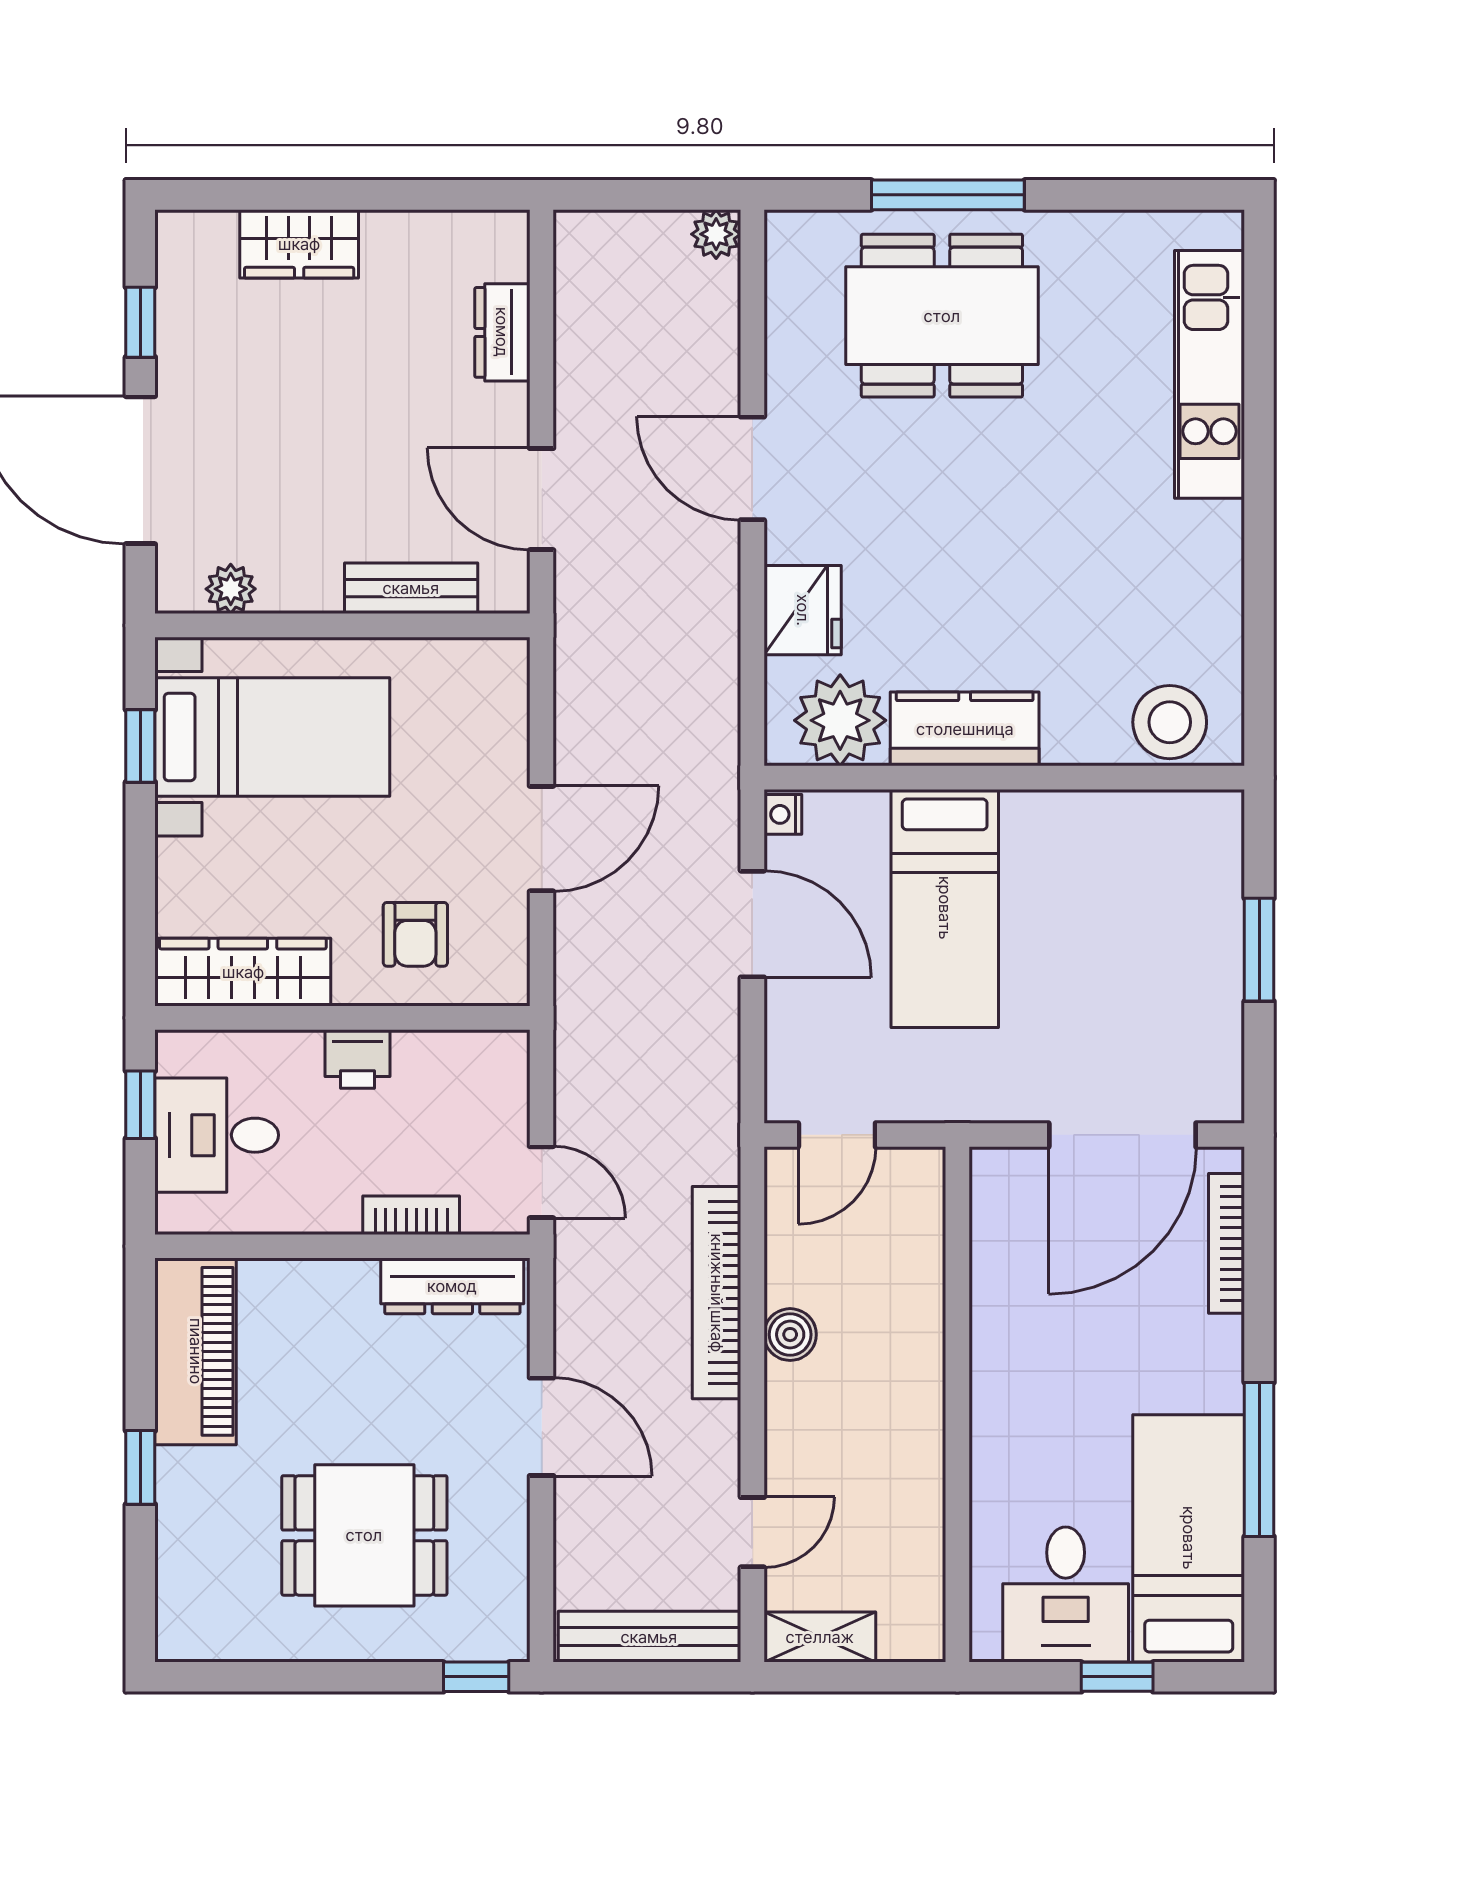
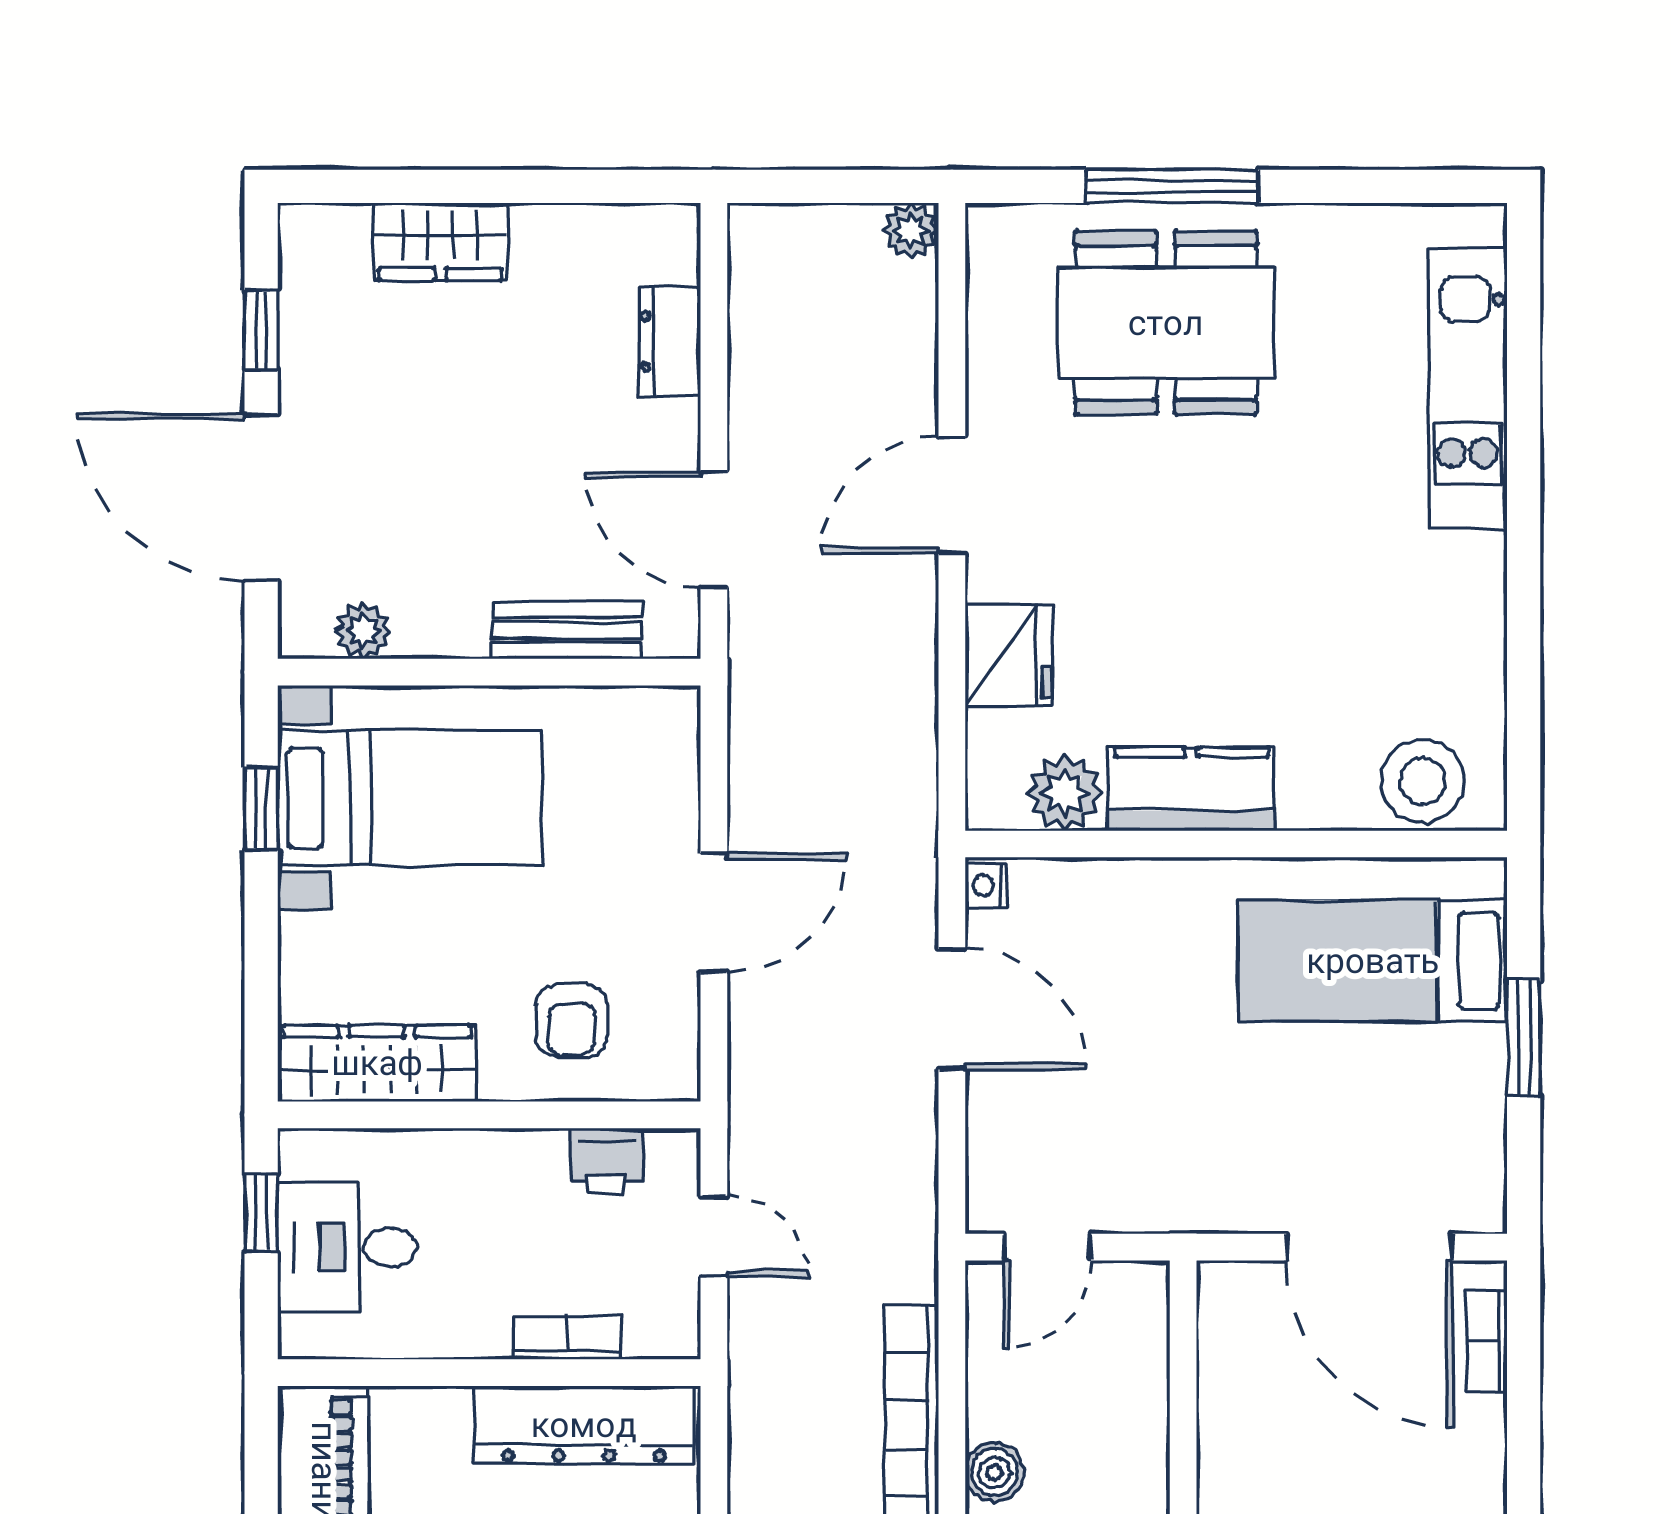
door: (752, 468) -> (952, 495), hinge flipped
plant: (840, 720) -> (1065, 793), width x0.73, depth x0.73
bed: (945, 908) -> (1373, 961), moved, turned 90
printer: (357, 1059) -> (606, 1161), moved
door: (1122, 1135) -> (1369, 1247), hinge flipped
door: (542, 1182) -> (714, 1236), moved
bookcase: (1226, 1243) -> (1487, 1341), width x0.64
dresser: (452, 1286) -> (584, 1425), width x1.37, depth x1.24

